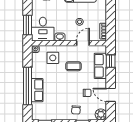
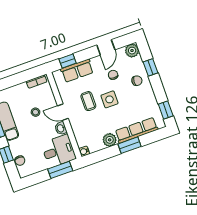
door: (83, 43) -> (63, 112), moved
side table: (53, 58) -> (109, 99), moved
plant: (37, 72) -> (110, 140), added
window: (28, 86) -> (129, 145), width x0.47
row of seats: (37, 90) -> (136, 130), width x1.48

